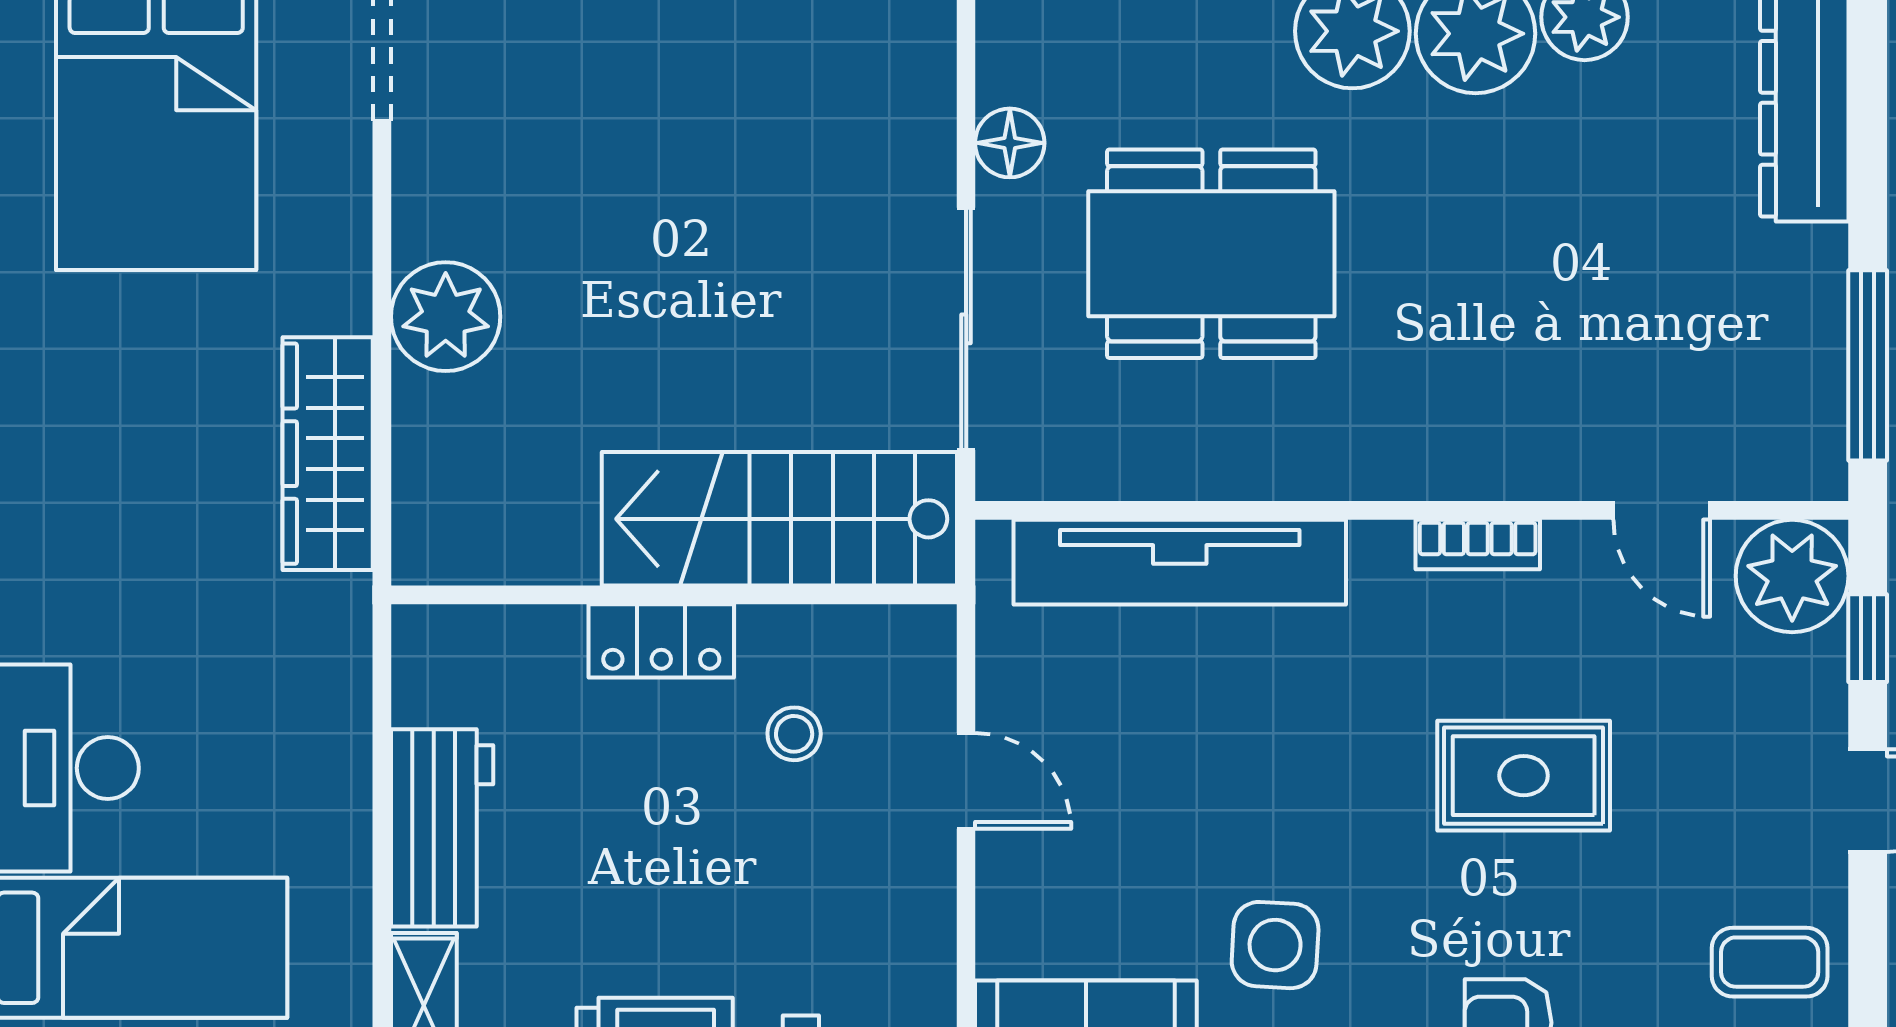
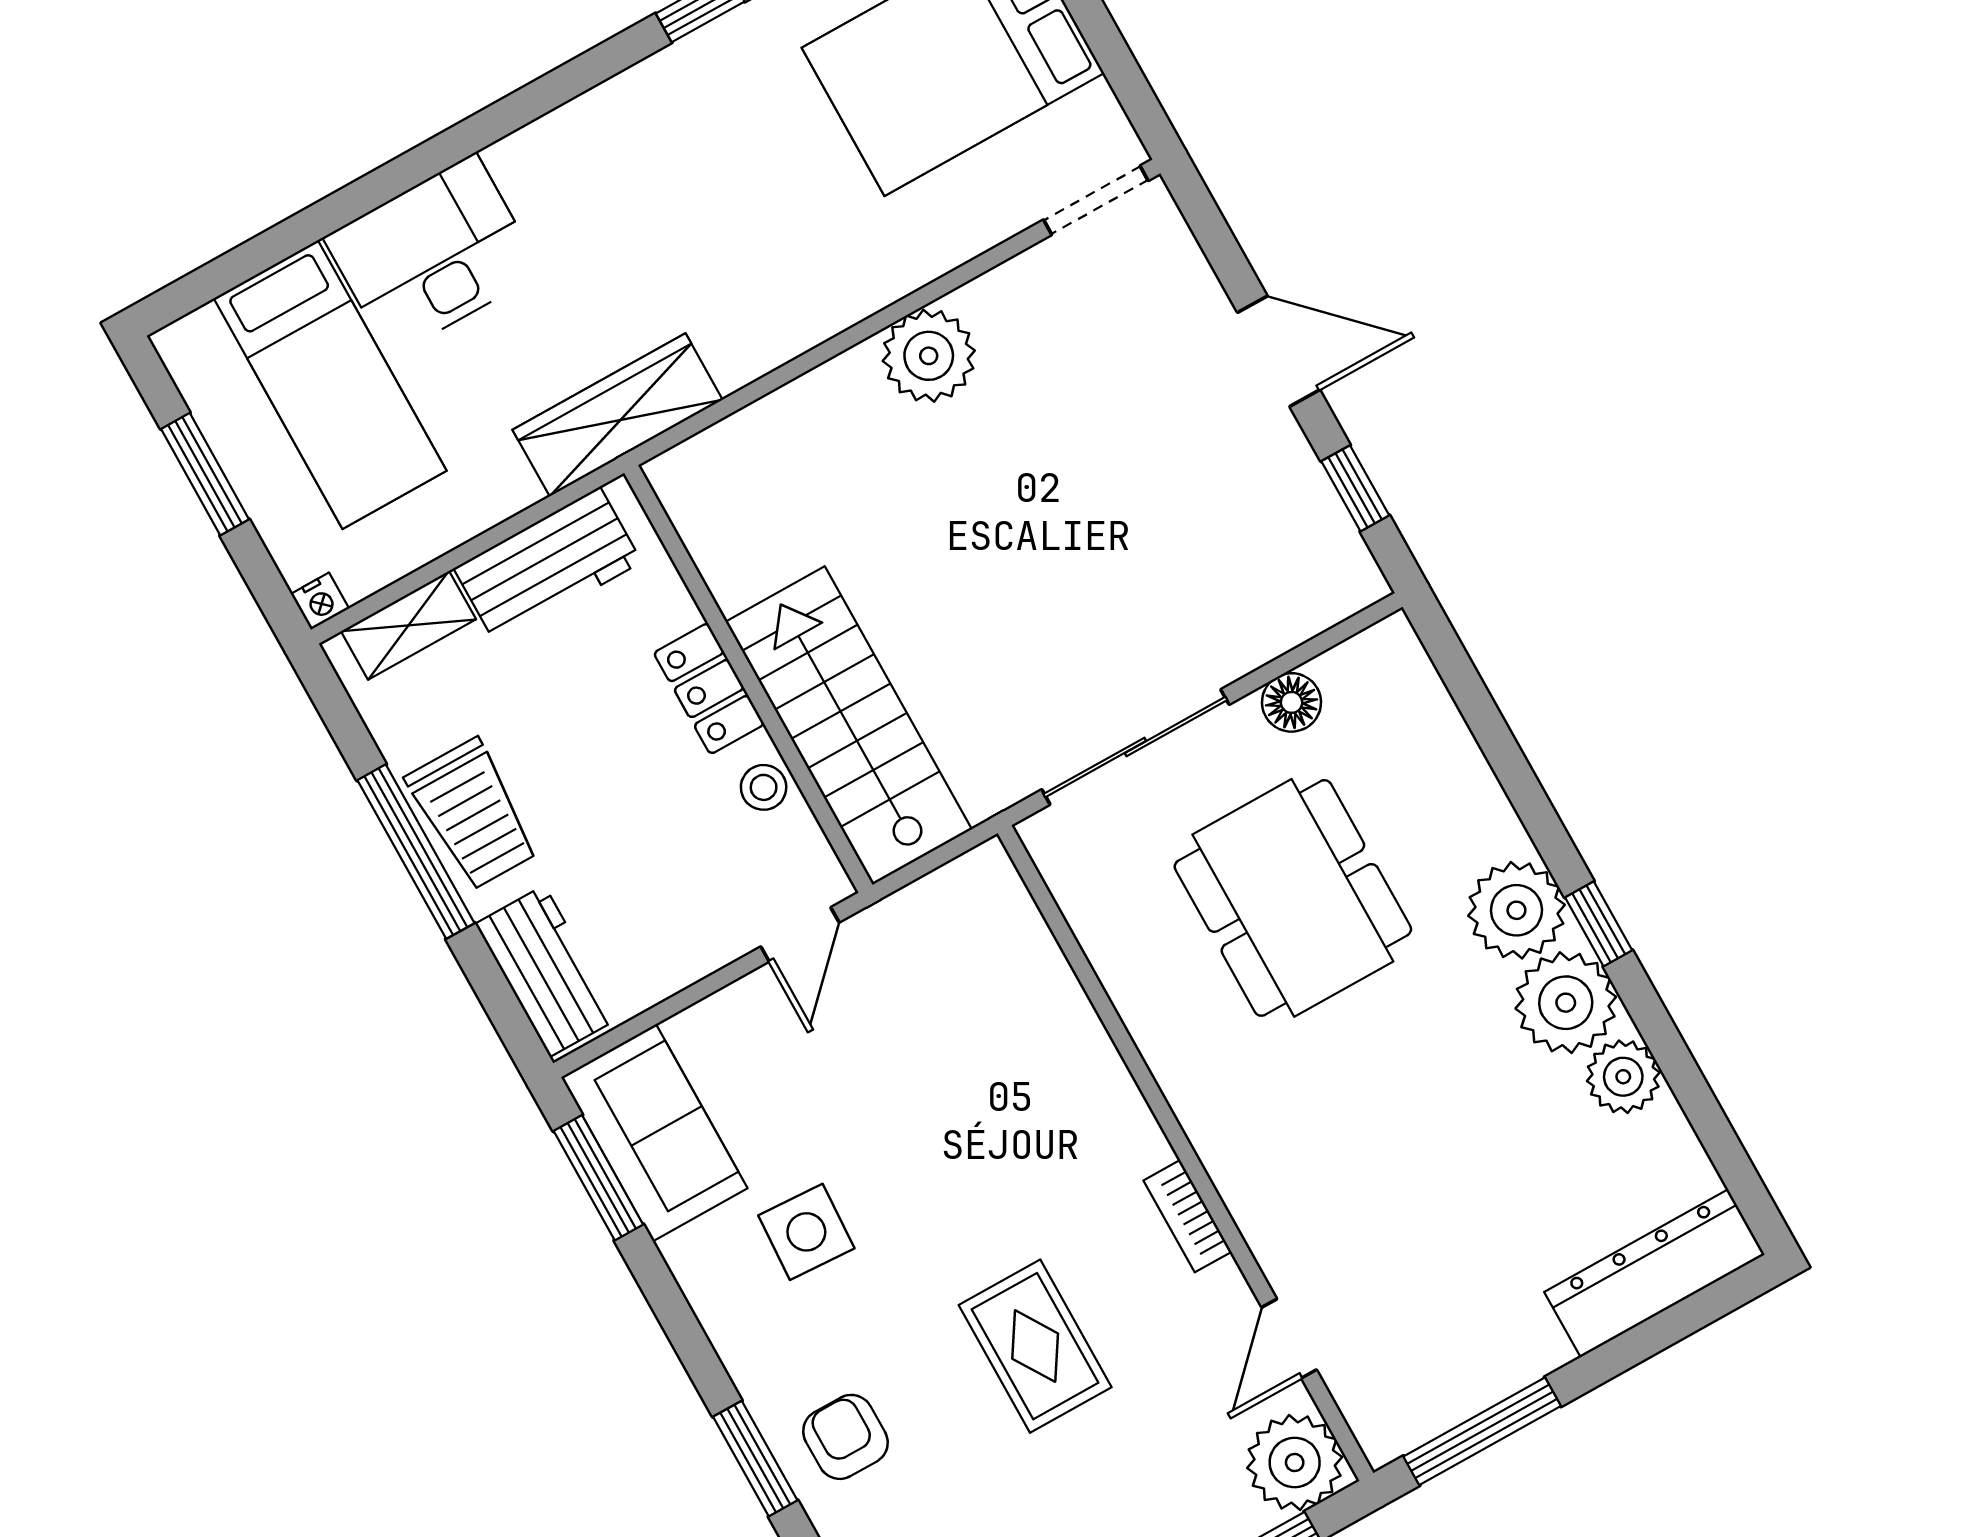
wardrobe: (328, 454) -> (618, 415), moved
stairs: (779, 519) -> (849, 726), moved
tv unit: (1180, 562) -> (1051, 1002), removed
wall: (674, 595) -> (748, 679), moved
locker: (661, 641) -> (709, 689), moved

